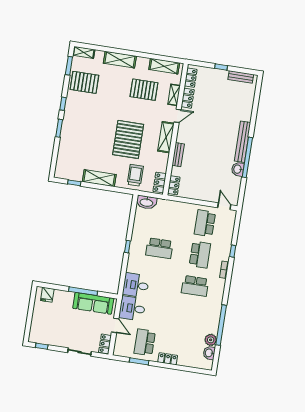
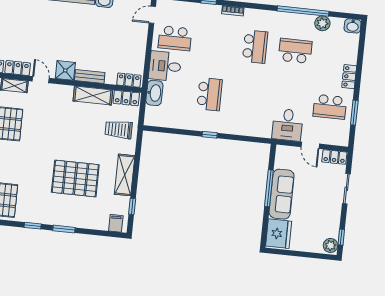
shower: (184, 136) -> (65, 70), added
shelving: (166, 137) -> (93, 96), moved
pallet: (128, 139) -> (75, 179), moved
filing cabinet: (62, 169) -> (116, 223), added
washbasin: (146, 202) -> (154, 93), moved
school desk: (200, 255) -> (295, 51), moved
desk: (136, 285) -> (165, 66), moved, turned 90
fridge: (47, 295) -> (279, 234), width x1.88, depth x1.34
sofa: (93, 303) -> (282, 194), moved
door: (115, 325) -> (310, 145), swing flipped
plant: (36, 337) -> (331, 245), added
washbasin: (209, 353) -> (353, 26), moved

